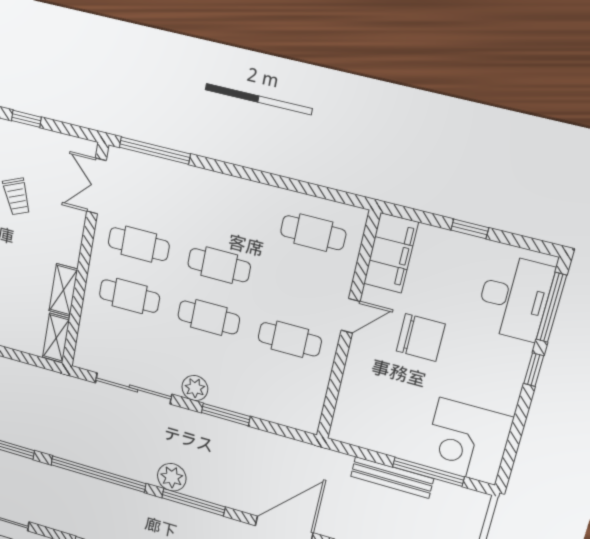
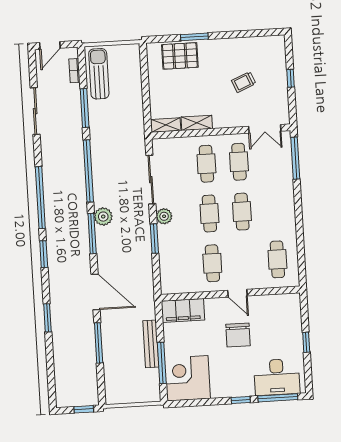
double door: (96, 186) -> (265, 129), swing flipped
filing cabinet: (391, 253) -> (183, 310), moved

